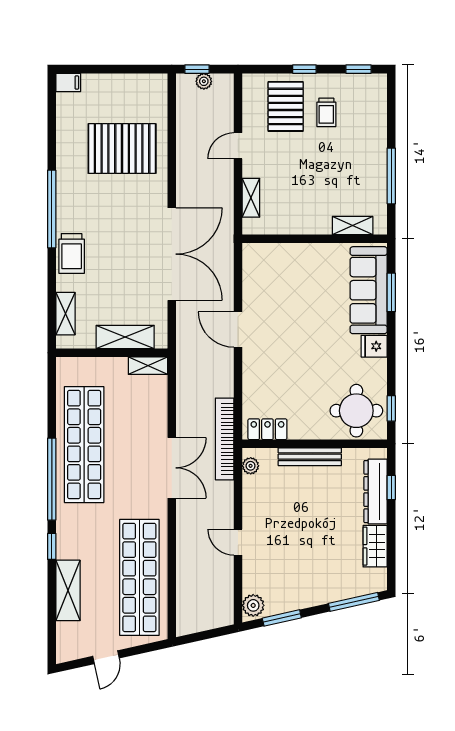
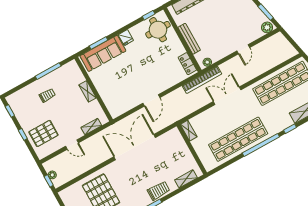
trolley: (326, 112) -> (47, 95), moved
shelving: (353, 226) -> (88, 91), moved
shelving: (125, 337) -> (182, 147), removed

